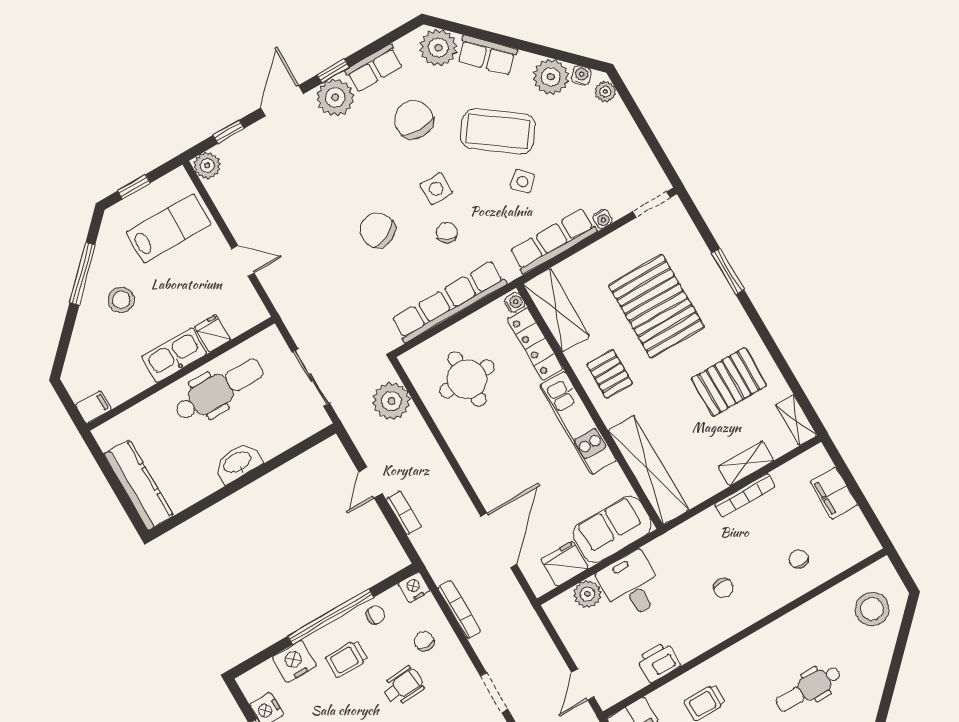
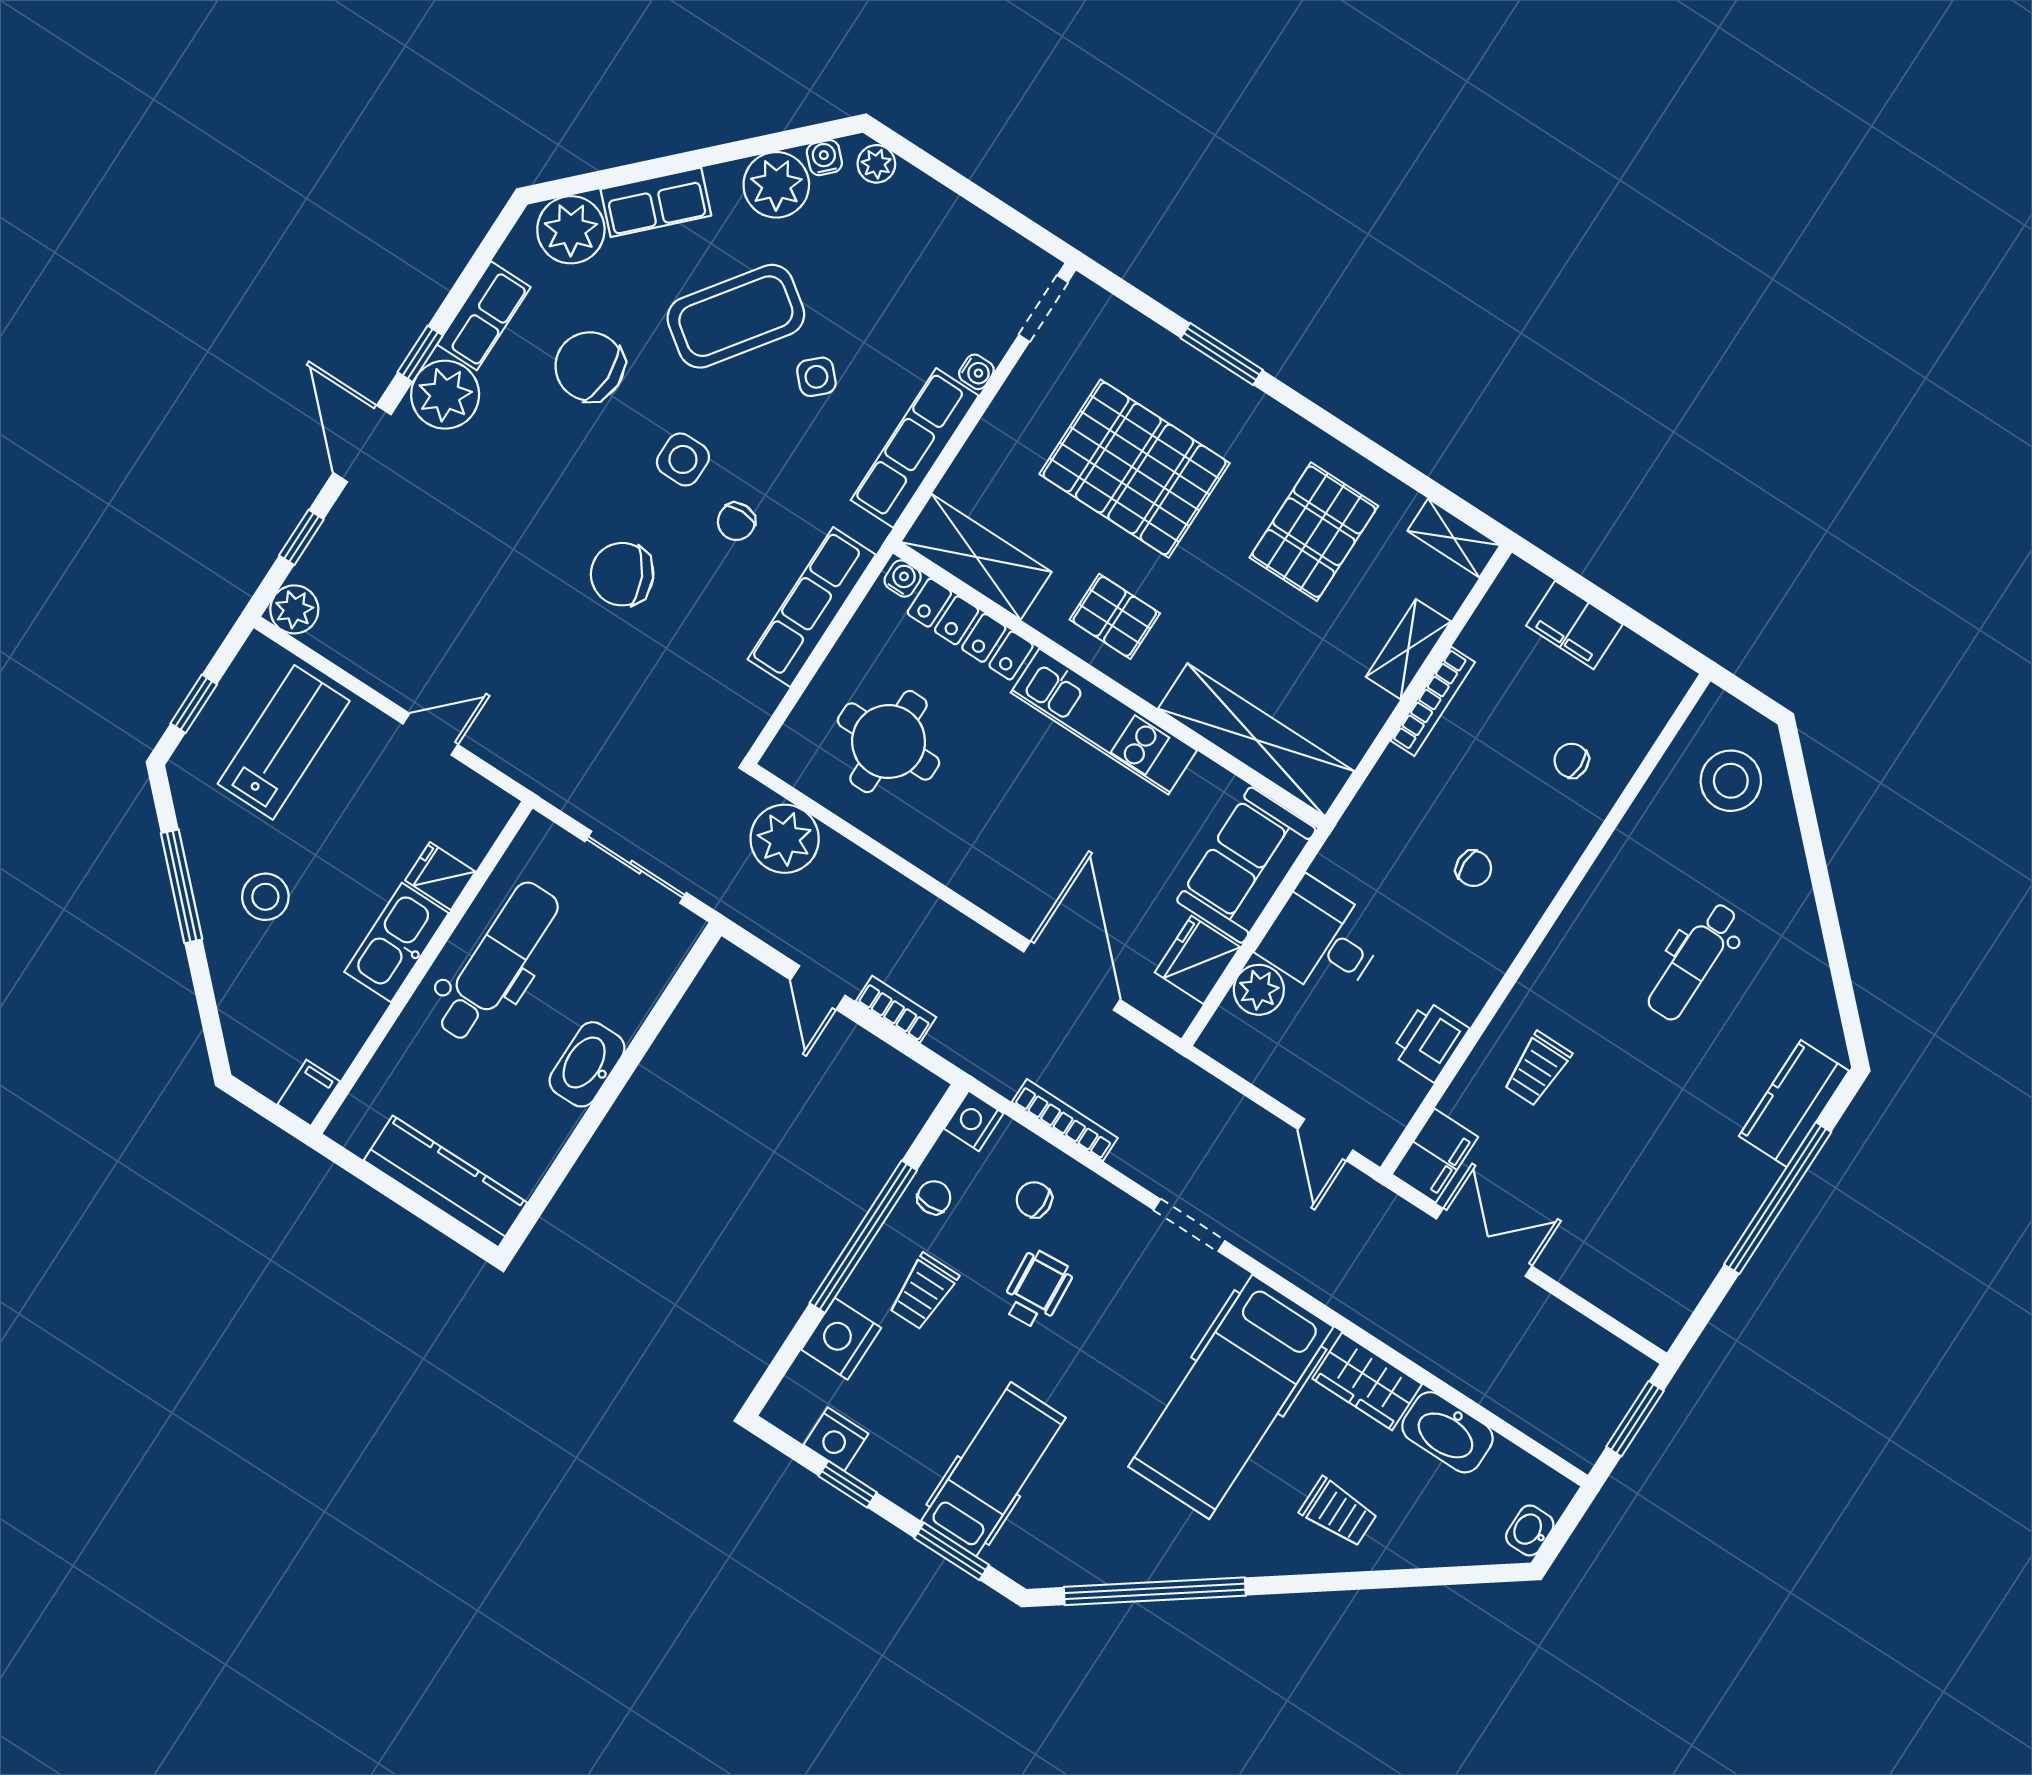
chair: (447, 233) -> (736, 522), turned -117
row of seats: (449, 302) -> (812, 607), width x0.73

